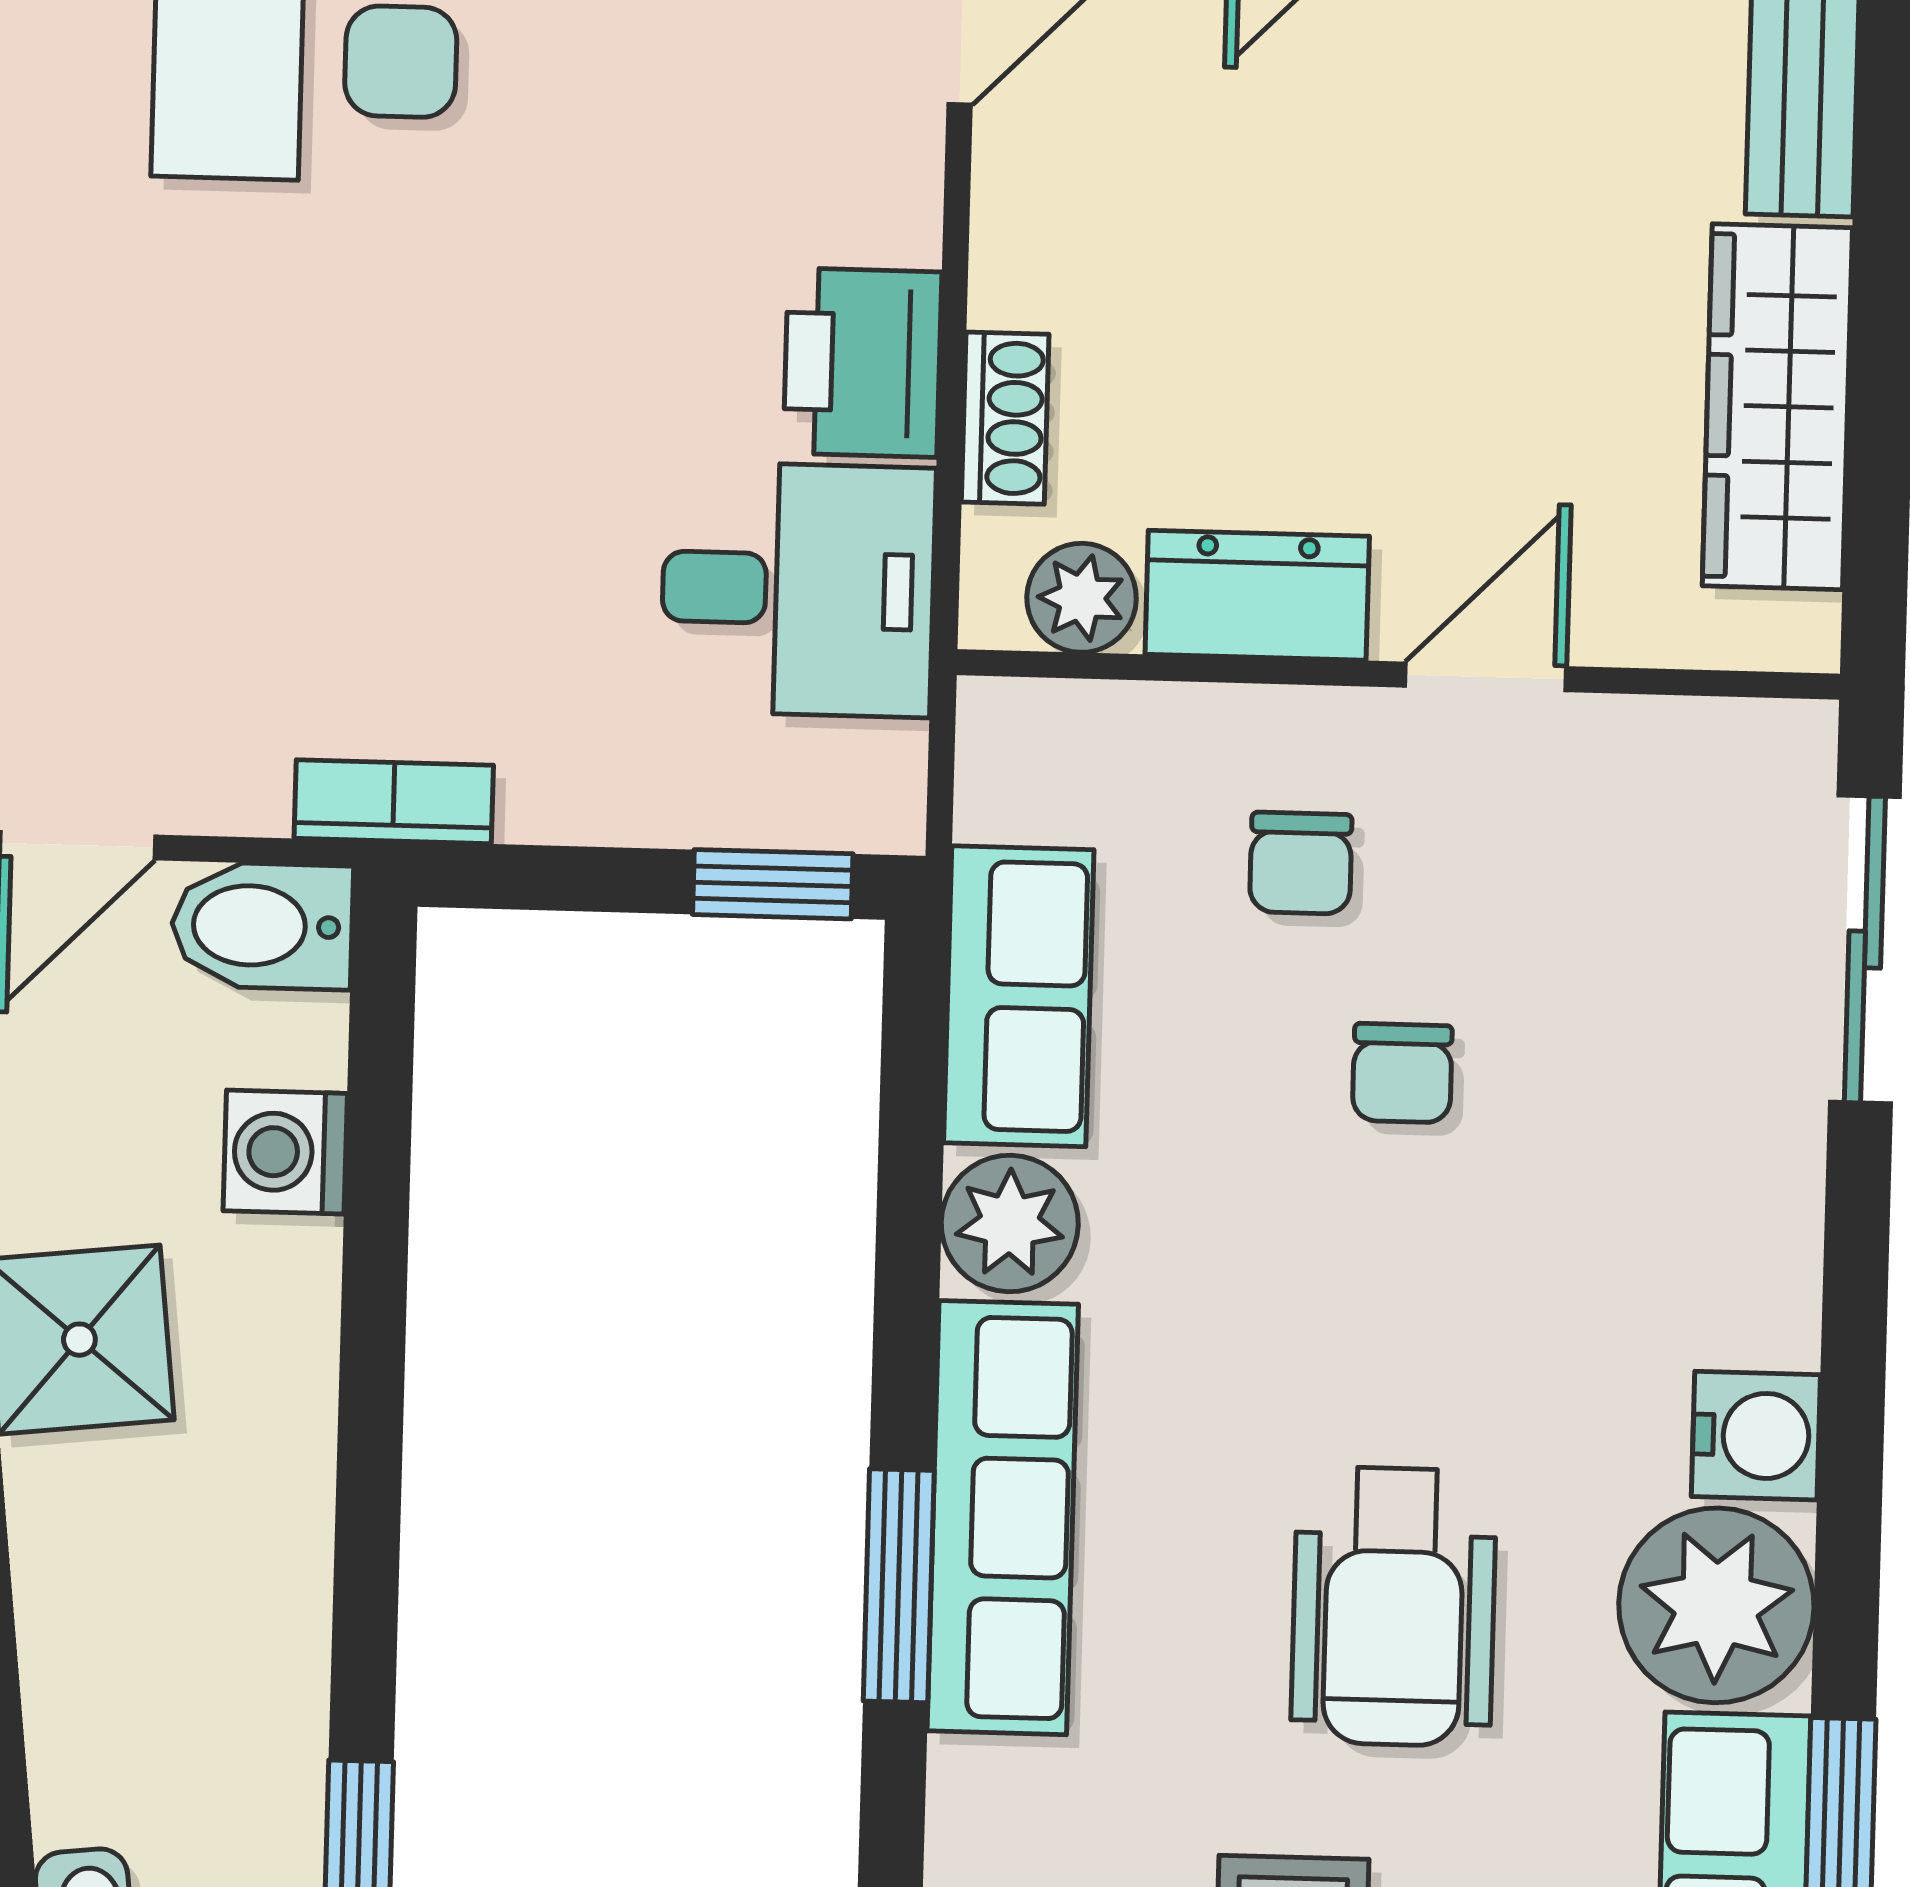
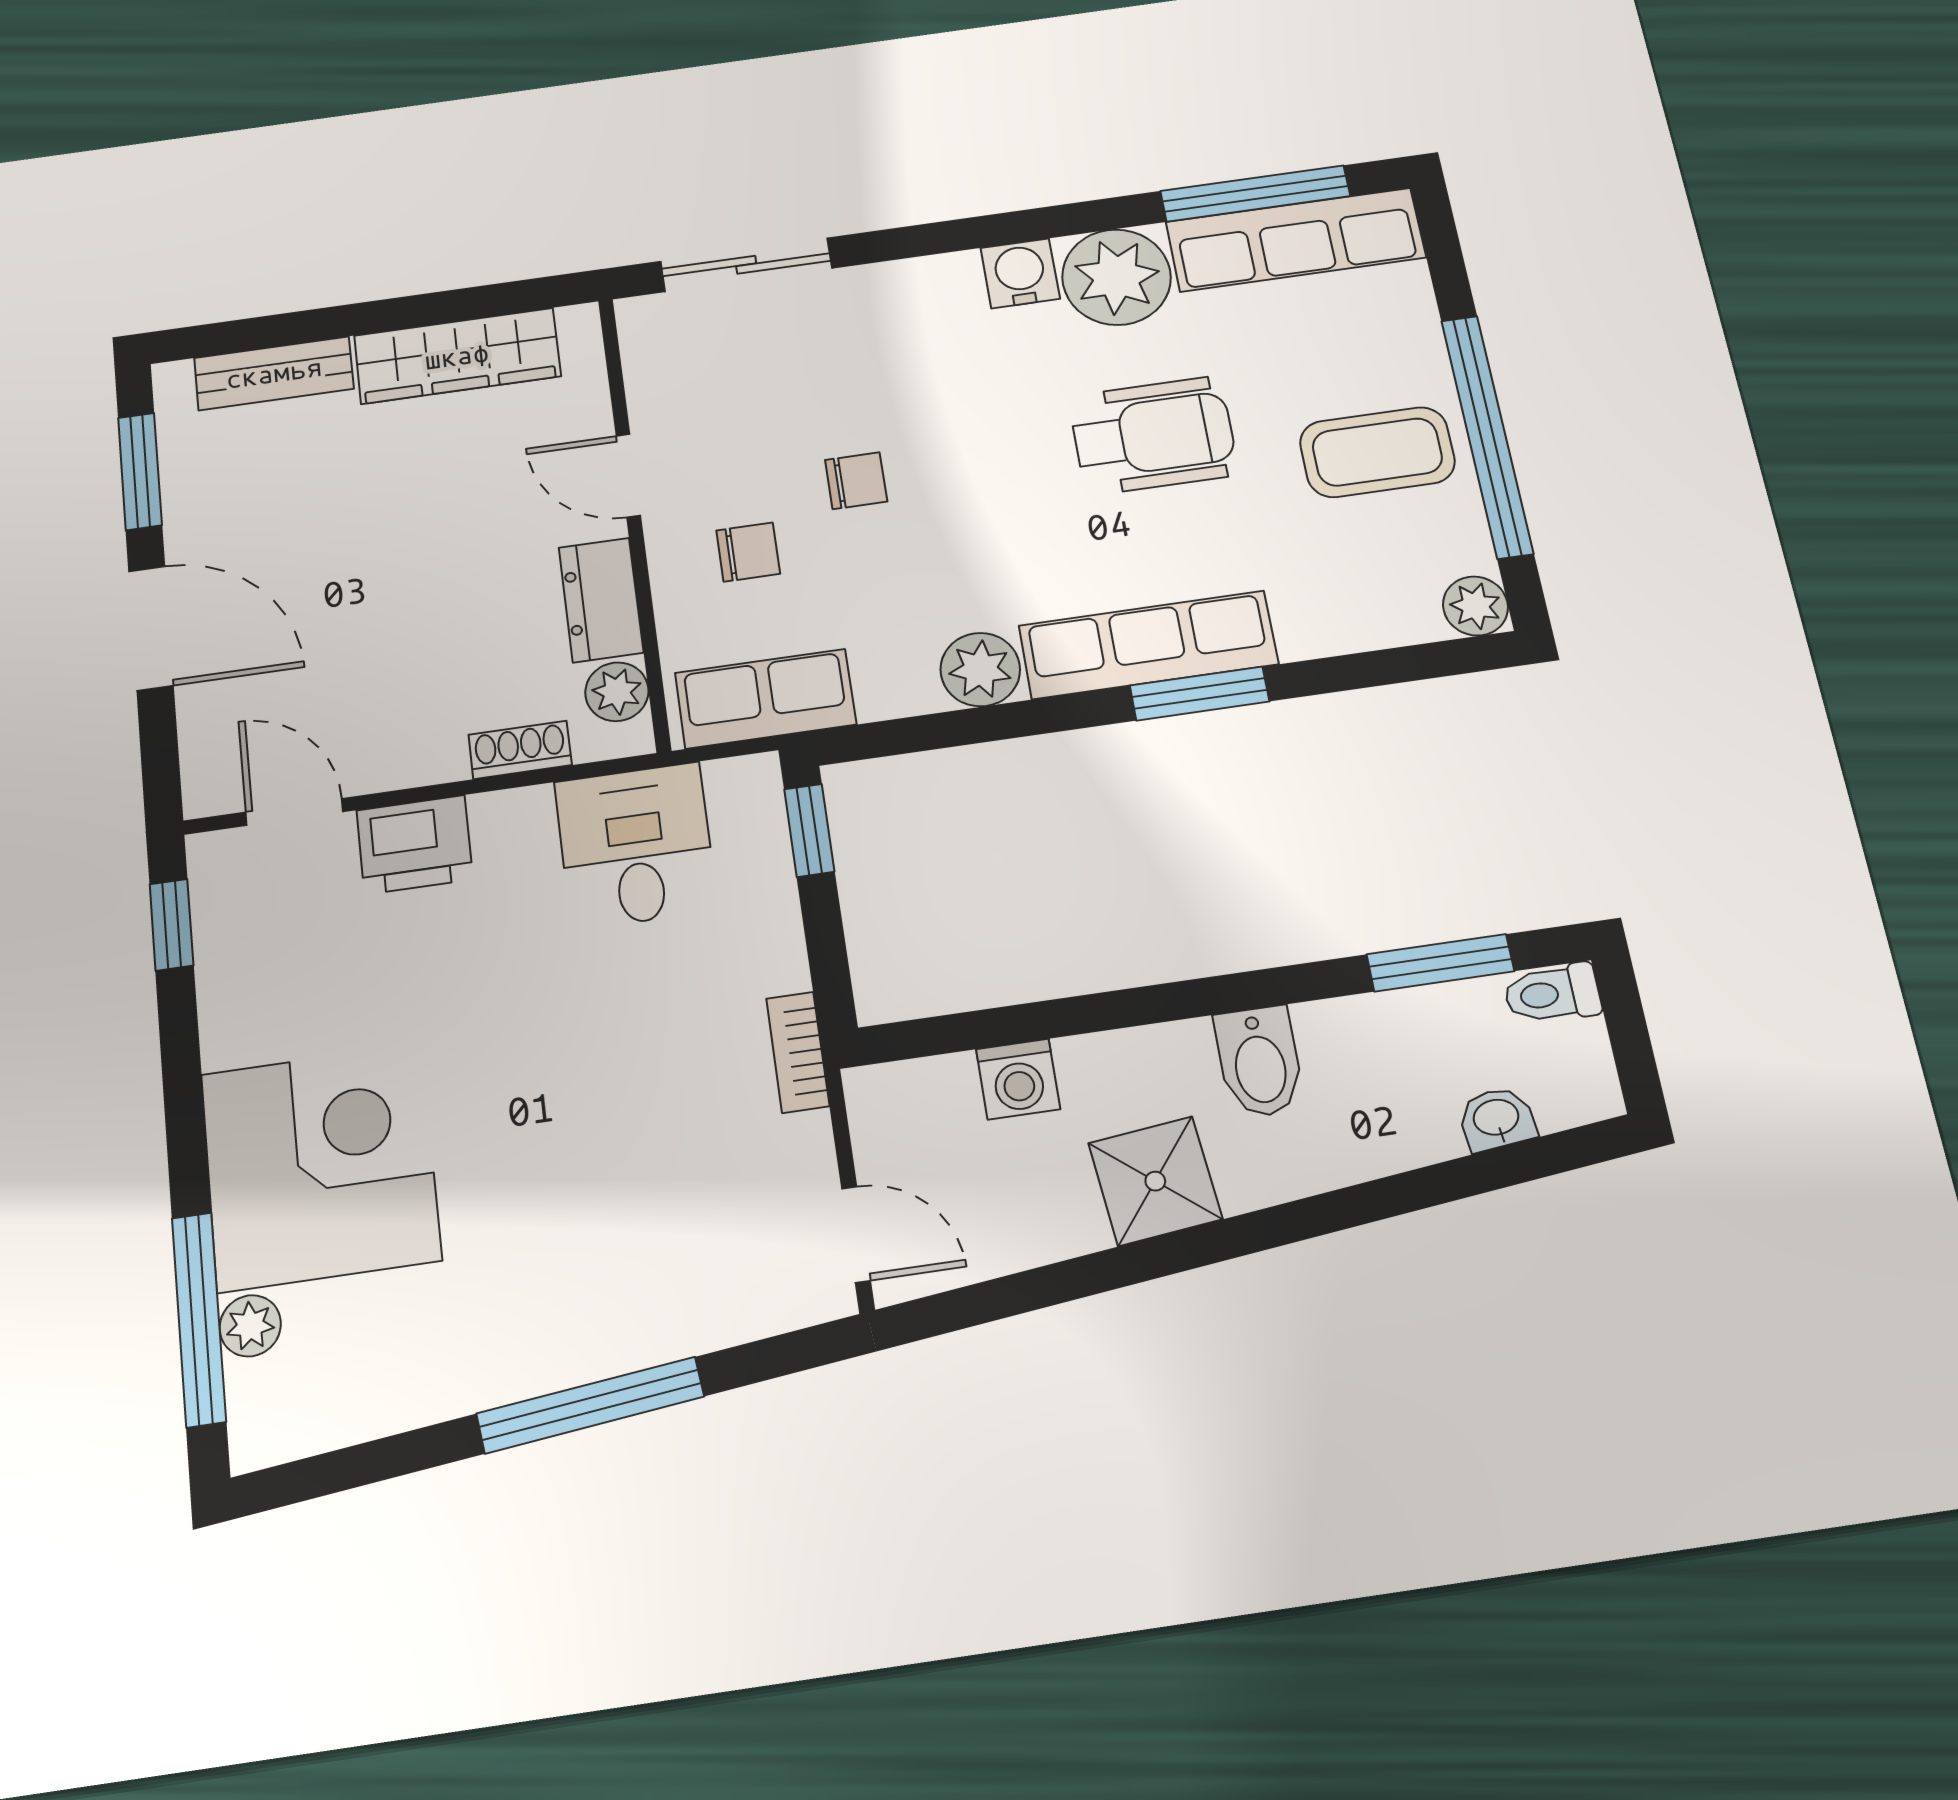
printer: (863, 363) -> (415, 845), moved
bidet: (262, 926) -> (1259, 1062), moved
row of seats: (1019, 996) -> (766, 699), moved

